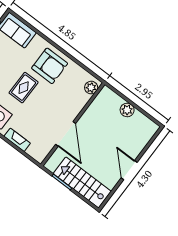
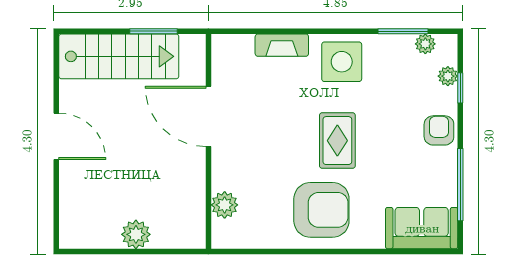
armchair: (50, 66) -> (321, 210), turned 180
plant: (91, 88) -> (225, 205), moved

